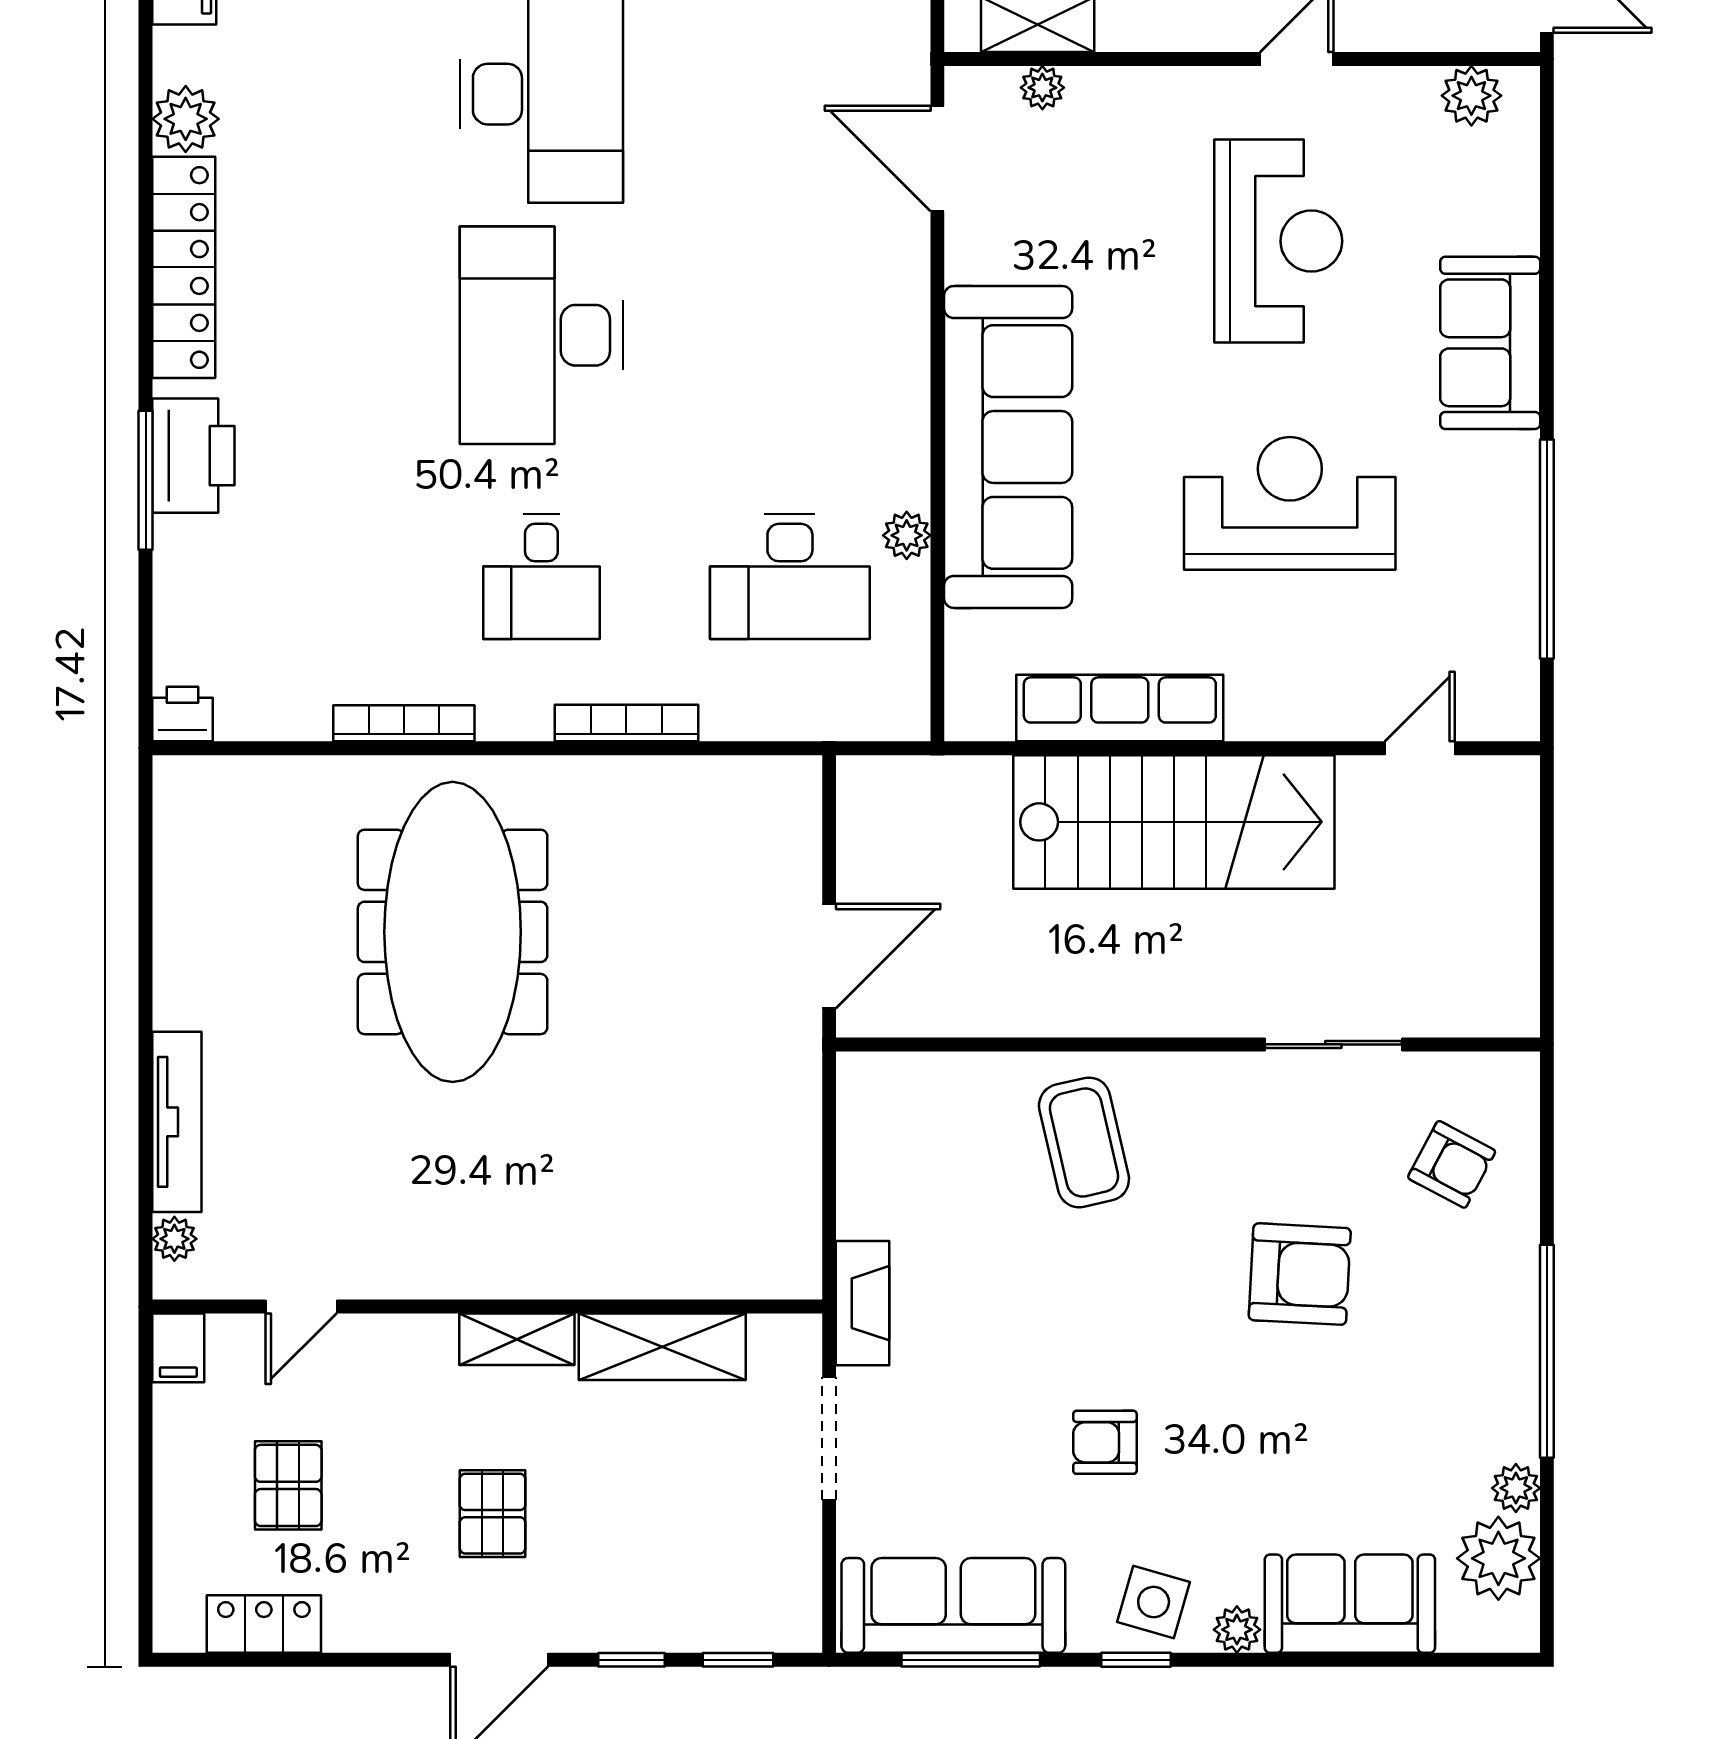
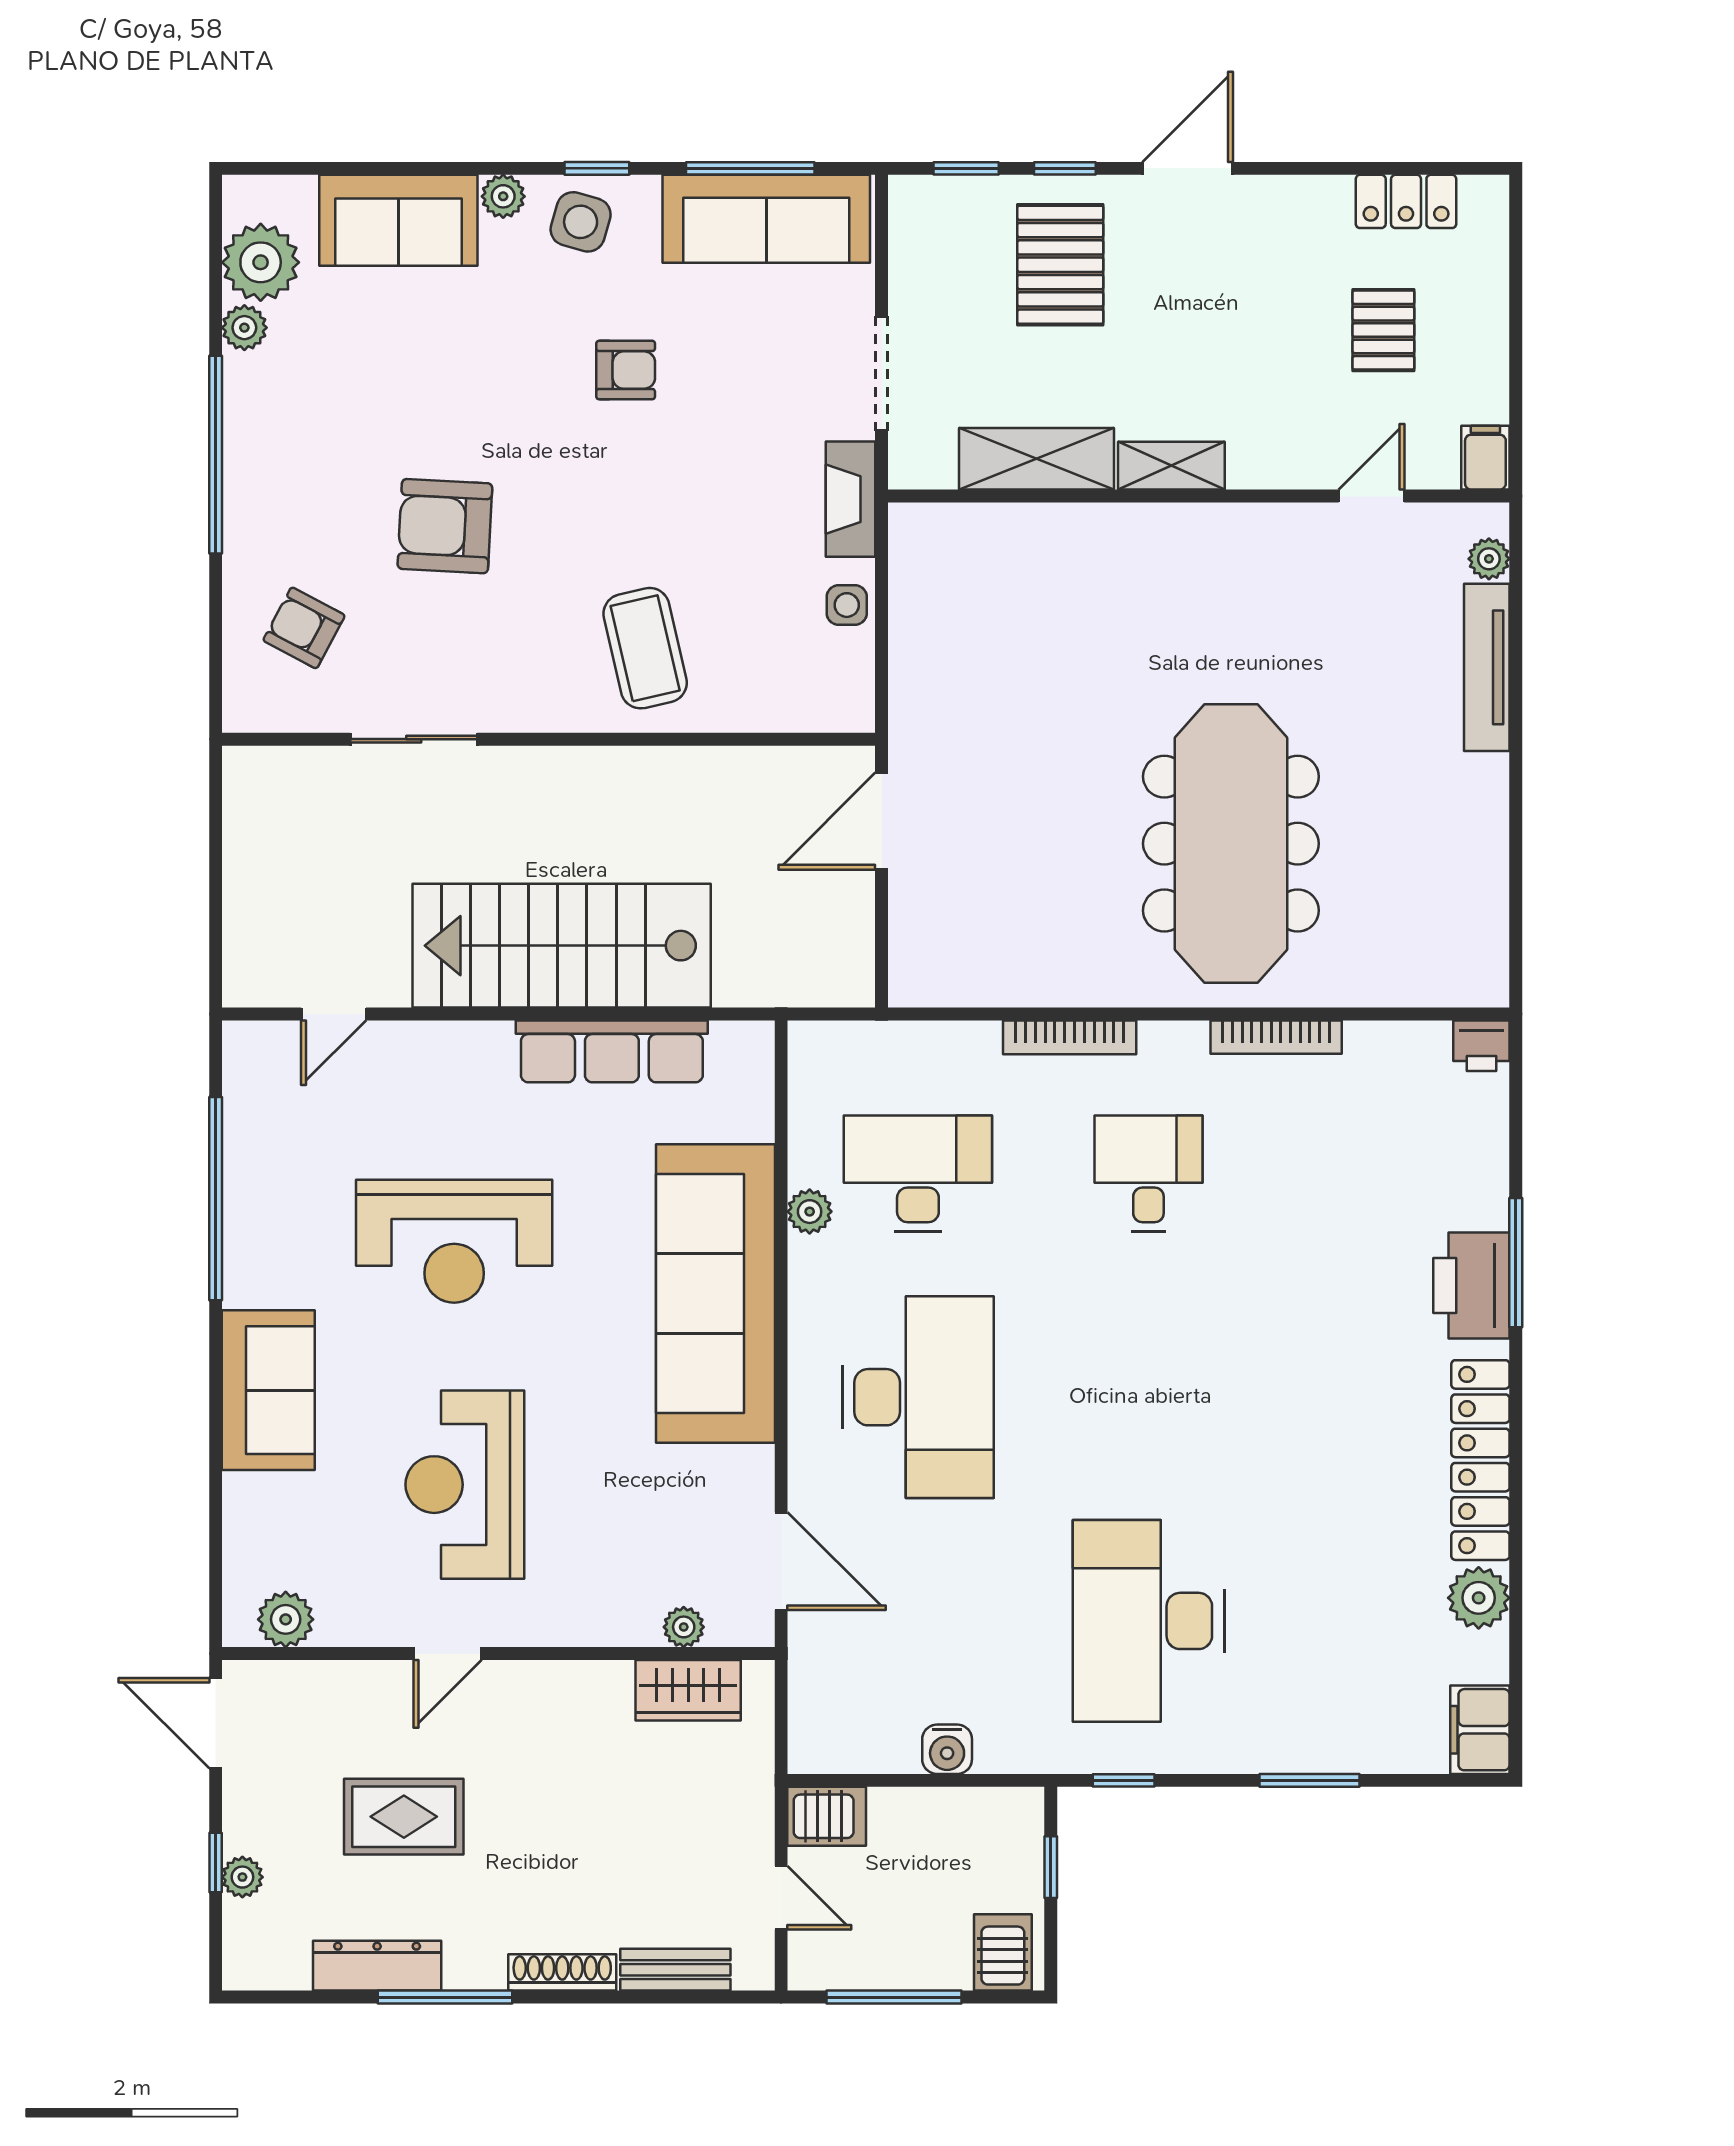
desk: (541, 335) -> (918, 1397), moved
side table: (867, 1189) -> (847, 605), added
pallet: (493, 1514) -> (1060, 265), moved, width x1.50, depth x1.42

